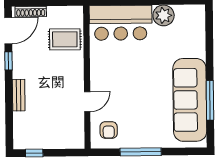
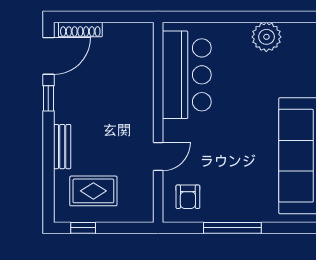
bar counter: (121, 23) -> (187, 75), moved, turned -90
rug: (65, 39) -> (93, 191), moved

